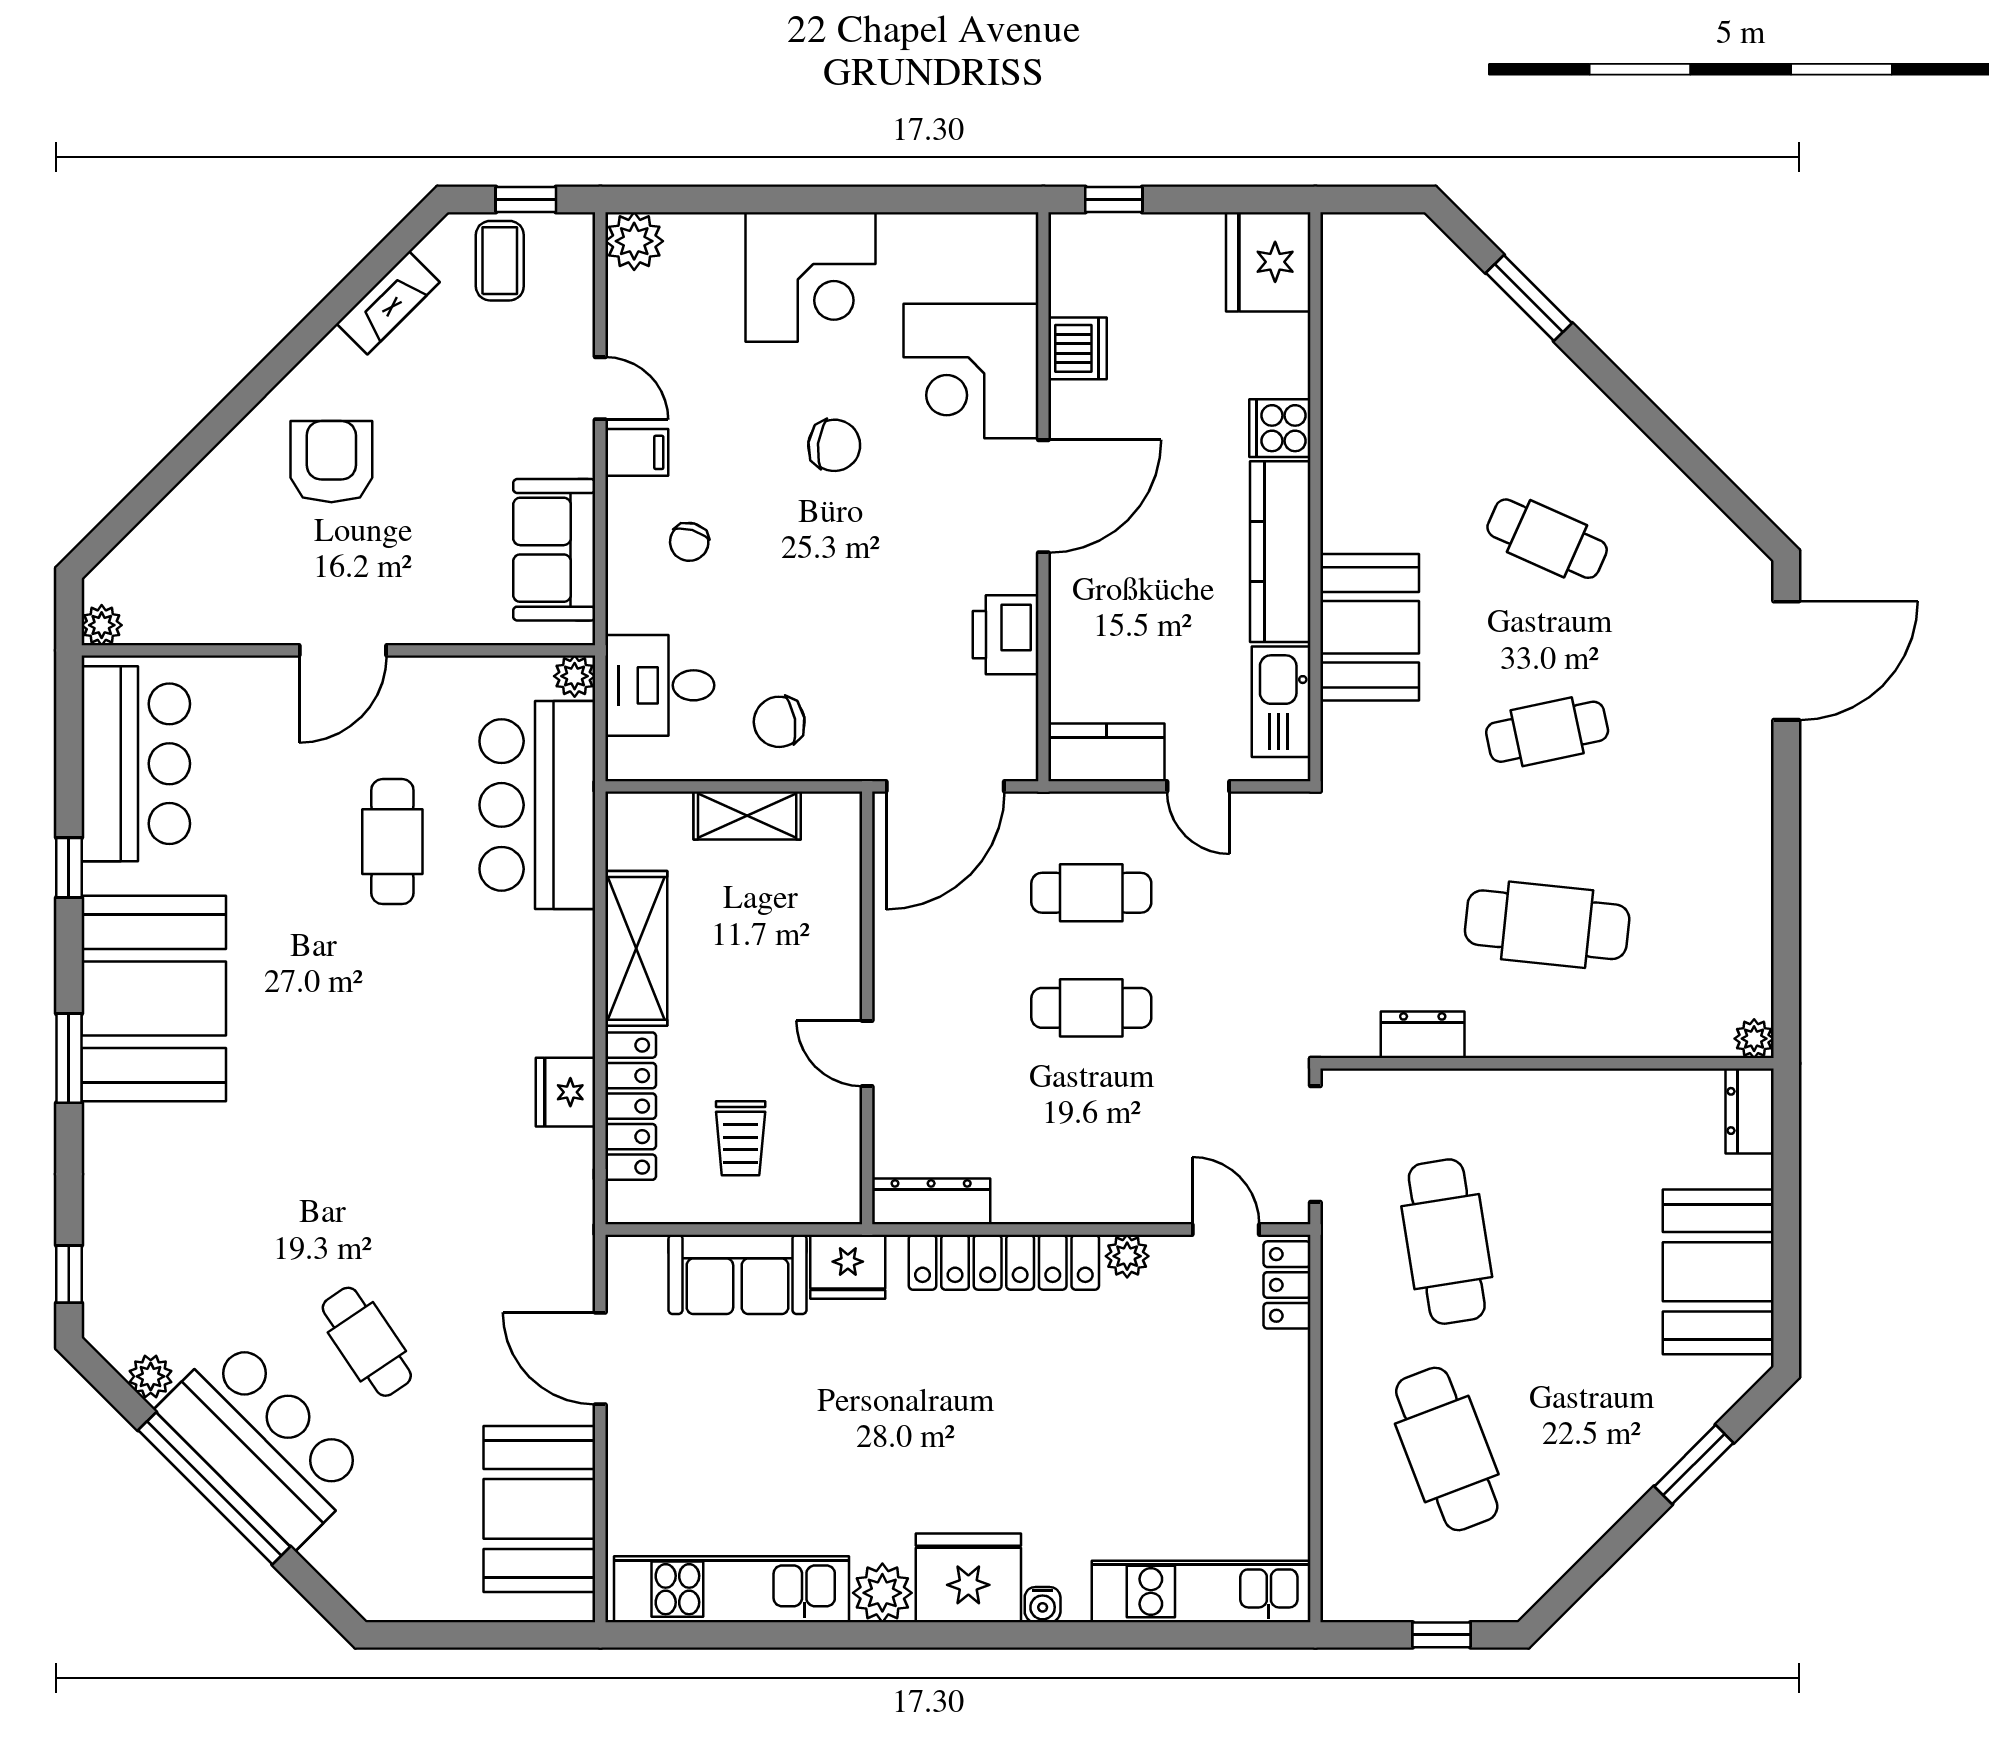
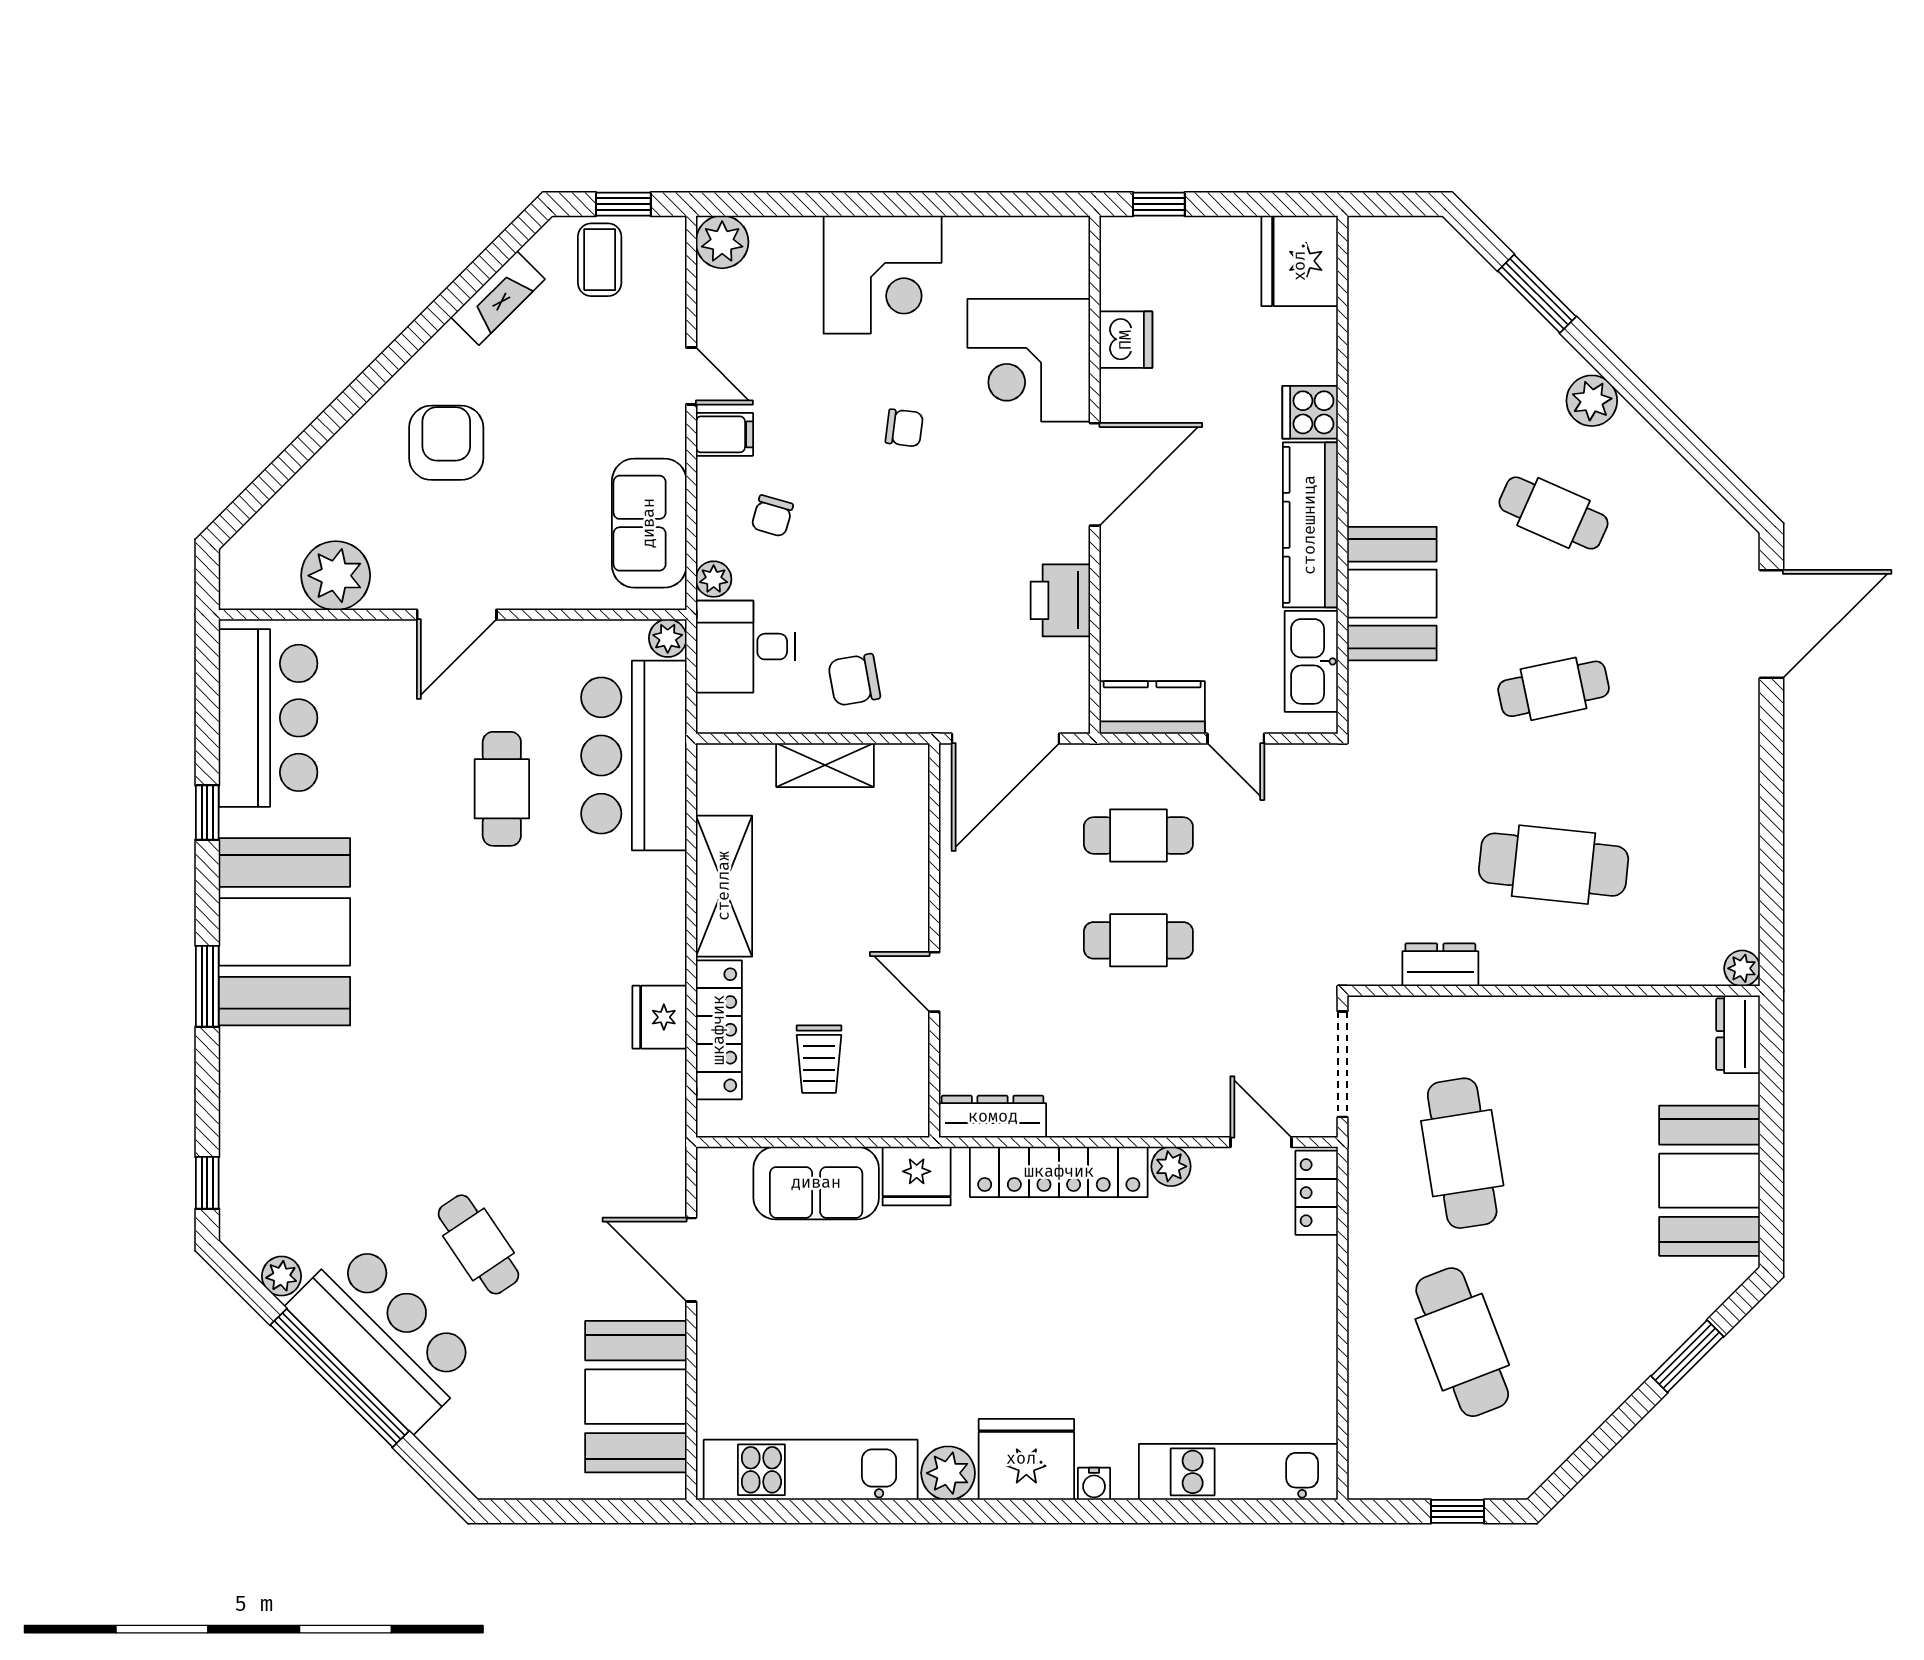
plant: (1589, 415) -> (1592, 401), added
chair: (834, 445) -> (904, 428), width x0.73, depth x0.73
plant: (625, 611) -> (714, 579), added
plant: (102, 625) -> (336, 576), moved, width x1.88, depth x1.88

